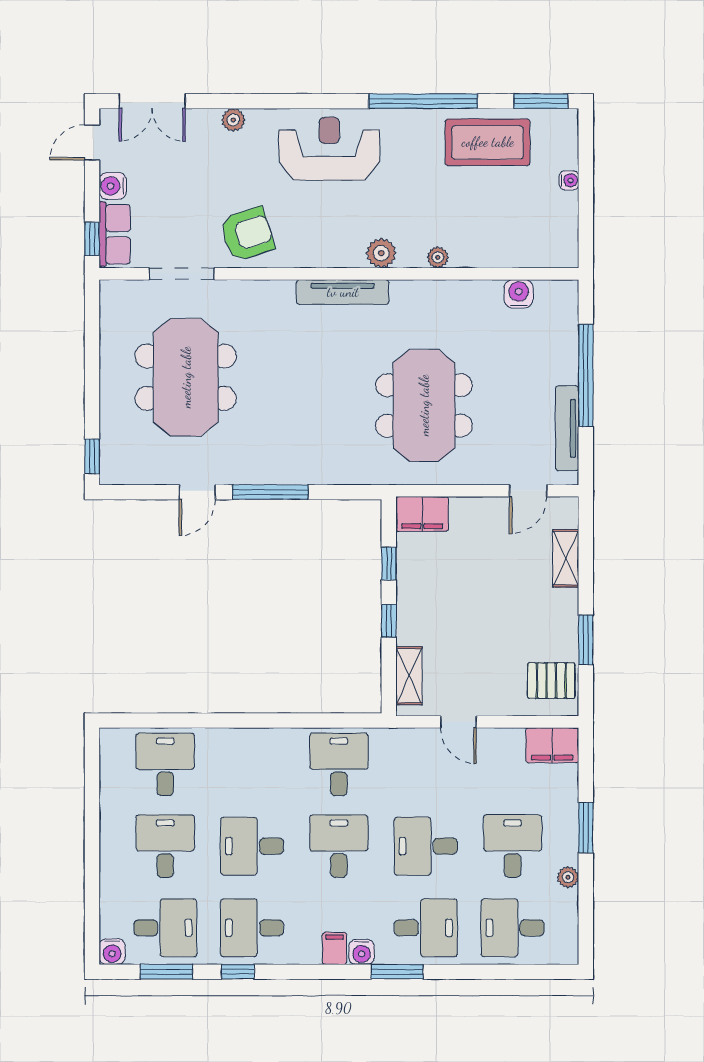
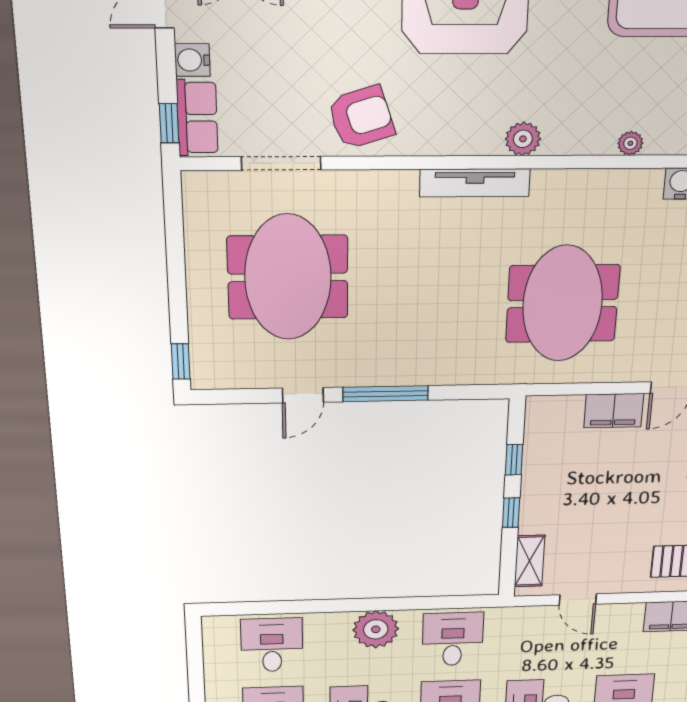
plant: (438, 257) -> (630, 143), moved
filing cabinet: (422, 514) -> (614, 411), moved
plant: (264, 750) -> (376, 629), added

